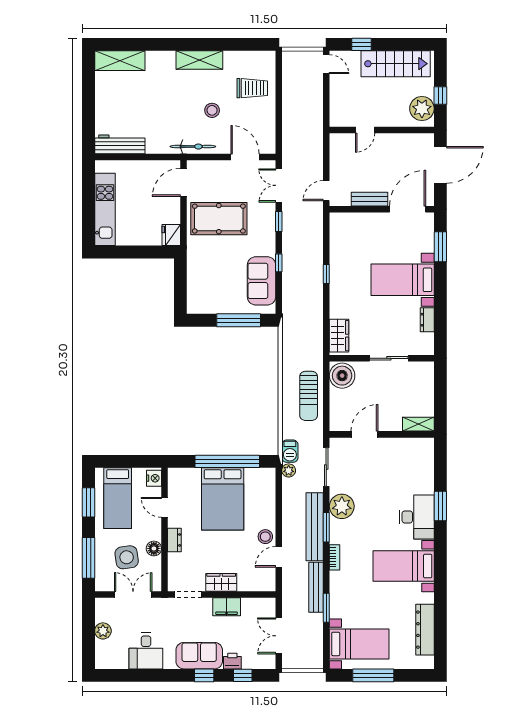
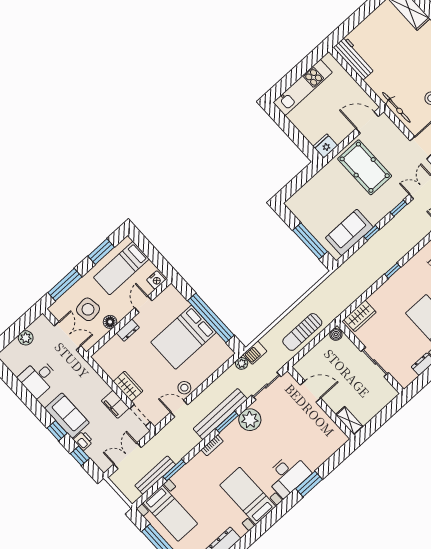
boiler: (342, 376) -> (336, 334), width x0.54, depth x0.54
bench: (316, 587) -> (155, 475), moved
doorway: (188, 595) -> (140, 415), moved

